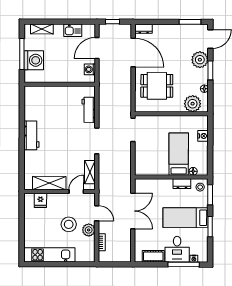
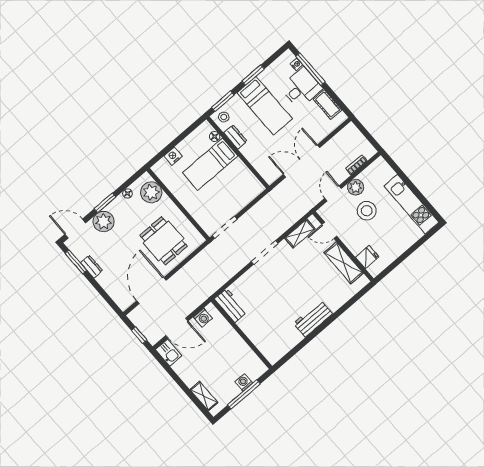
dresser: (144, 29) -> (92, 267), moved
kitchen sink: (73, 30) -> (169, 353), moved
washing machine: (34, 60) -> (244, 382), width x0.53, depth x0.53
workbench: (89, 110) -> (231, 306), moved, turned -90

